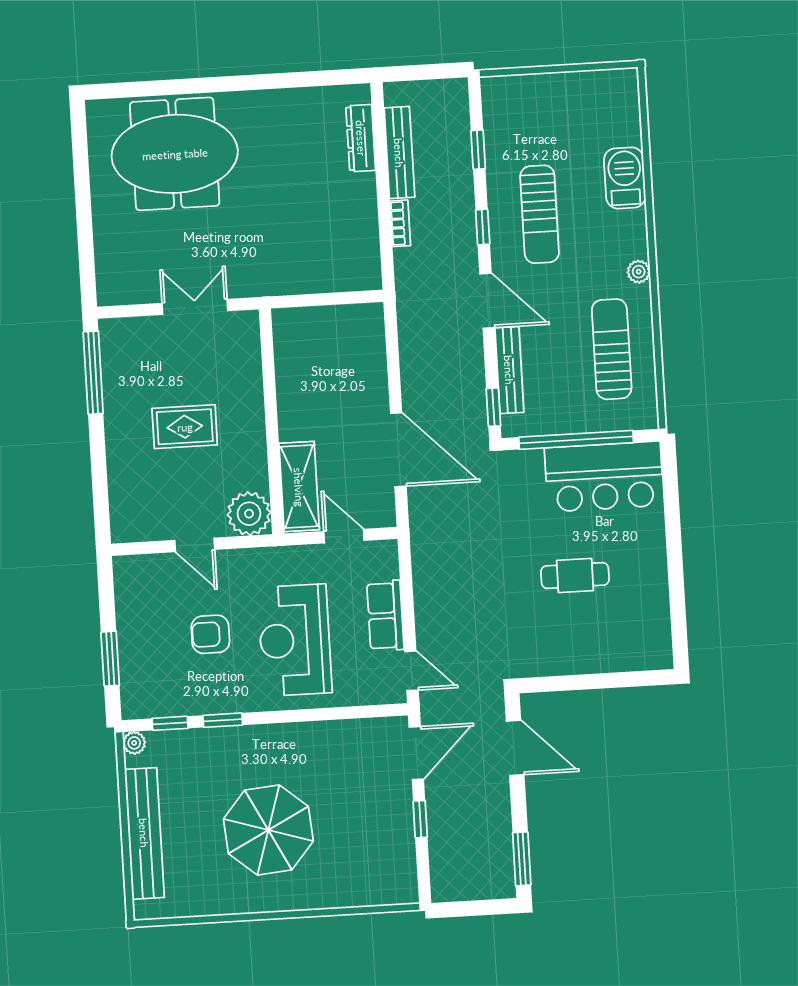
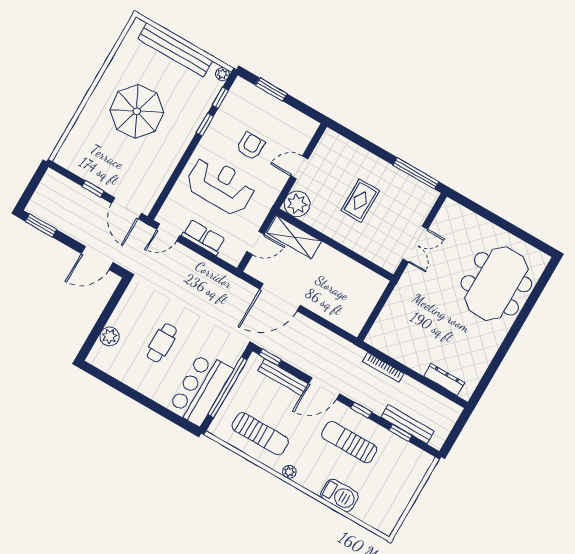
bench: (399, 153) -> (407, 424), moved
bookcase: (400, 223) -> (383, 367), width x1.56
plant: (615, 656) -> (110, 336), added

